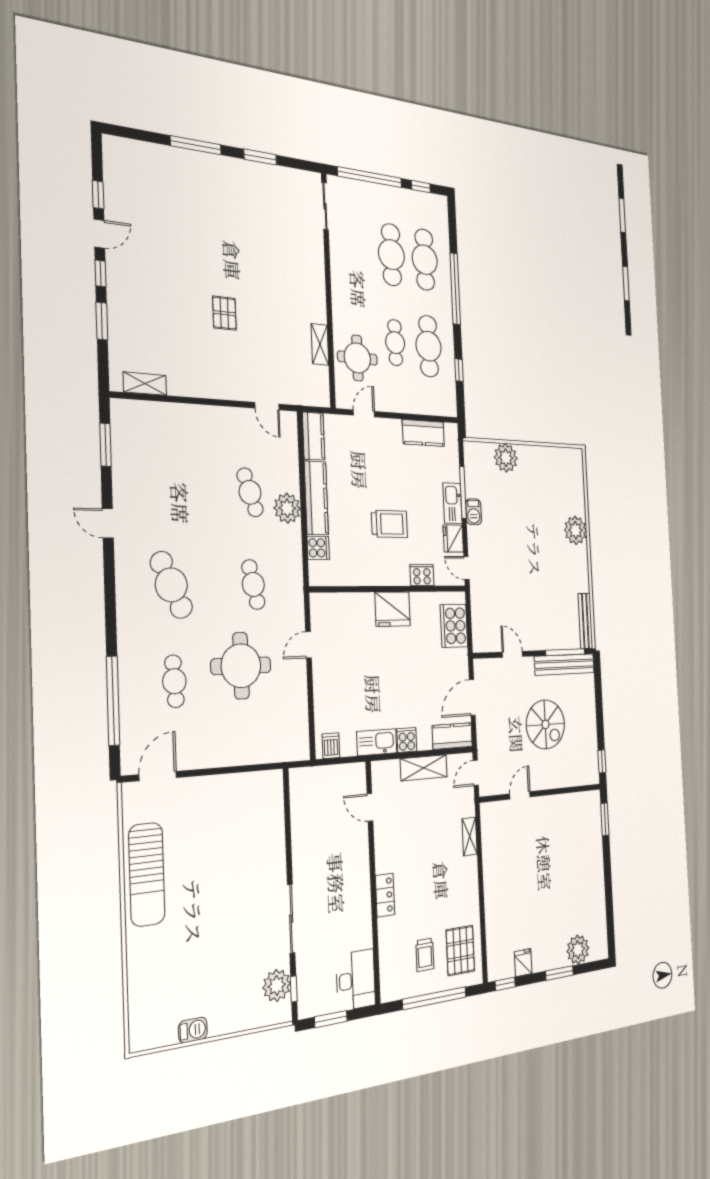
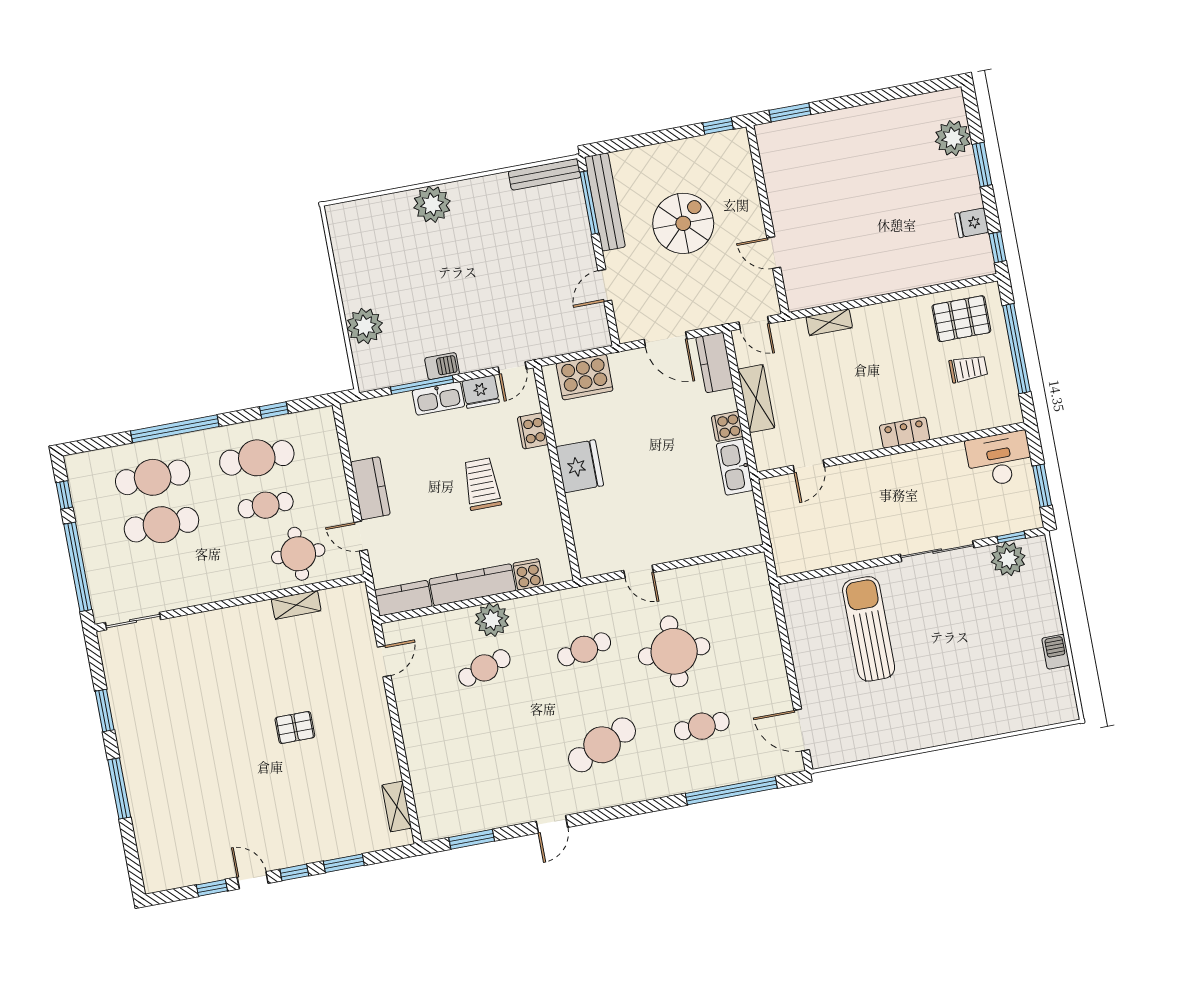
kitchen counter: (423, 433) -> (370, 488), moved
dishwasher: (331, 746) -> (746, 527), removed
sun lounger: (147, 874) -> (869, 629), moved, turned -90

